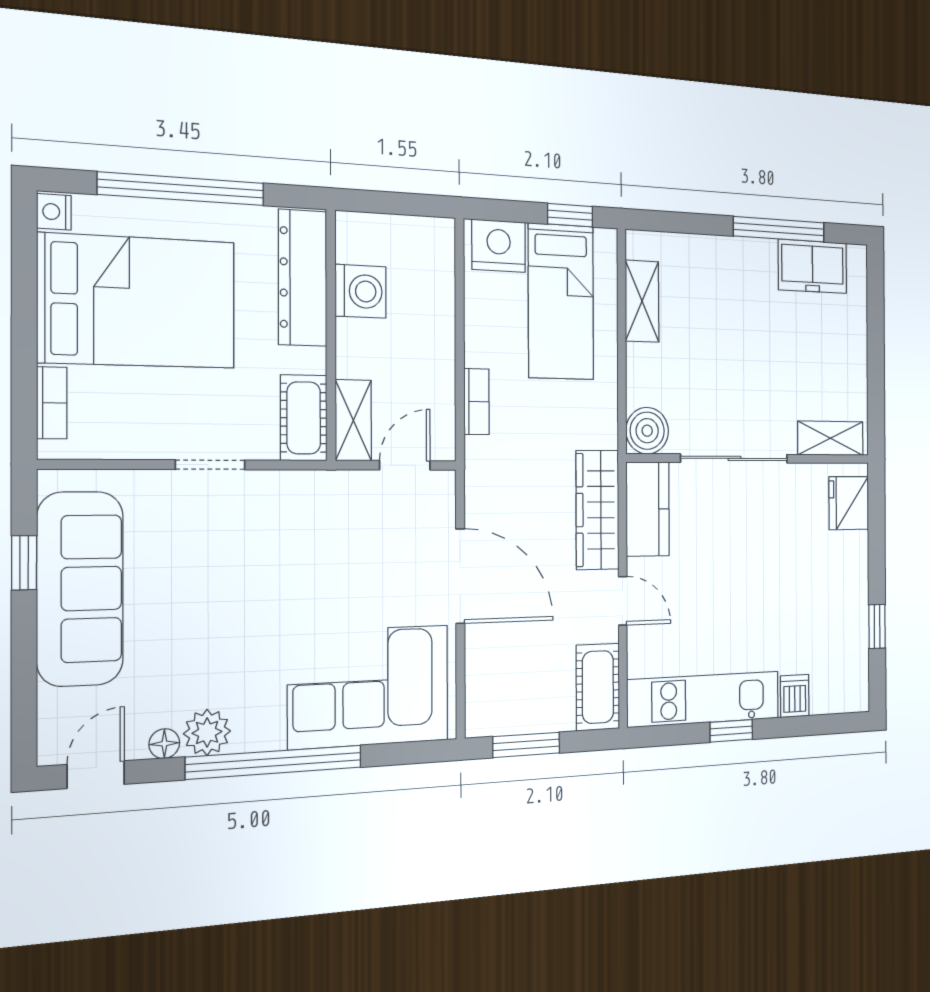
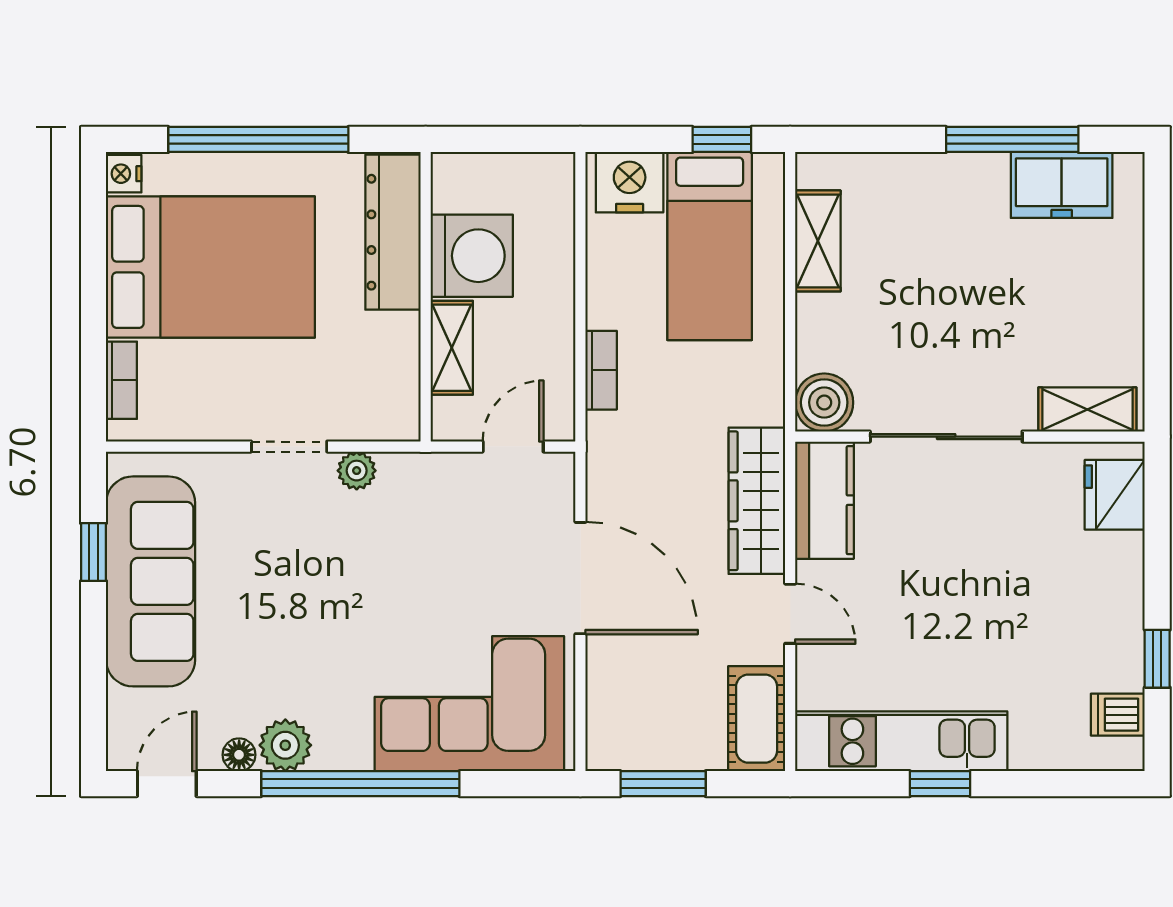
washing machine: (361, 291) -> (472, 256), width x1.37, depth x1.37
cot: (304, 418) -> (394, 393), removed
shelving: (353, 420) -> (452, 348), moved
plant: (271, 486) -> (357, 471), added
dishwasher: (795, 696) -> (1118, 715), moved, turned -90

